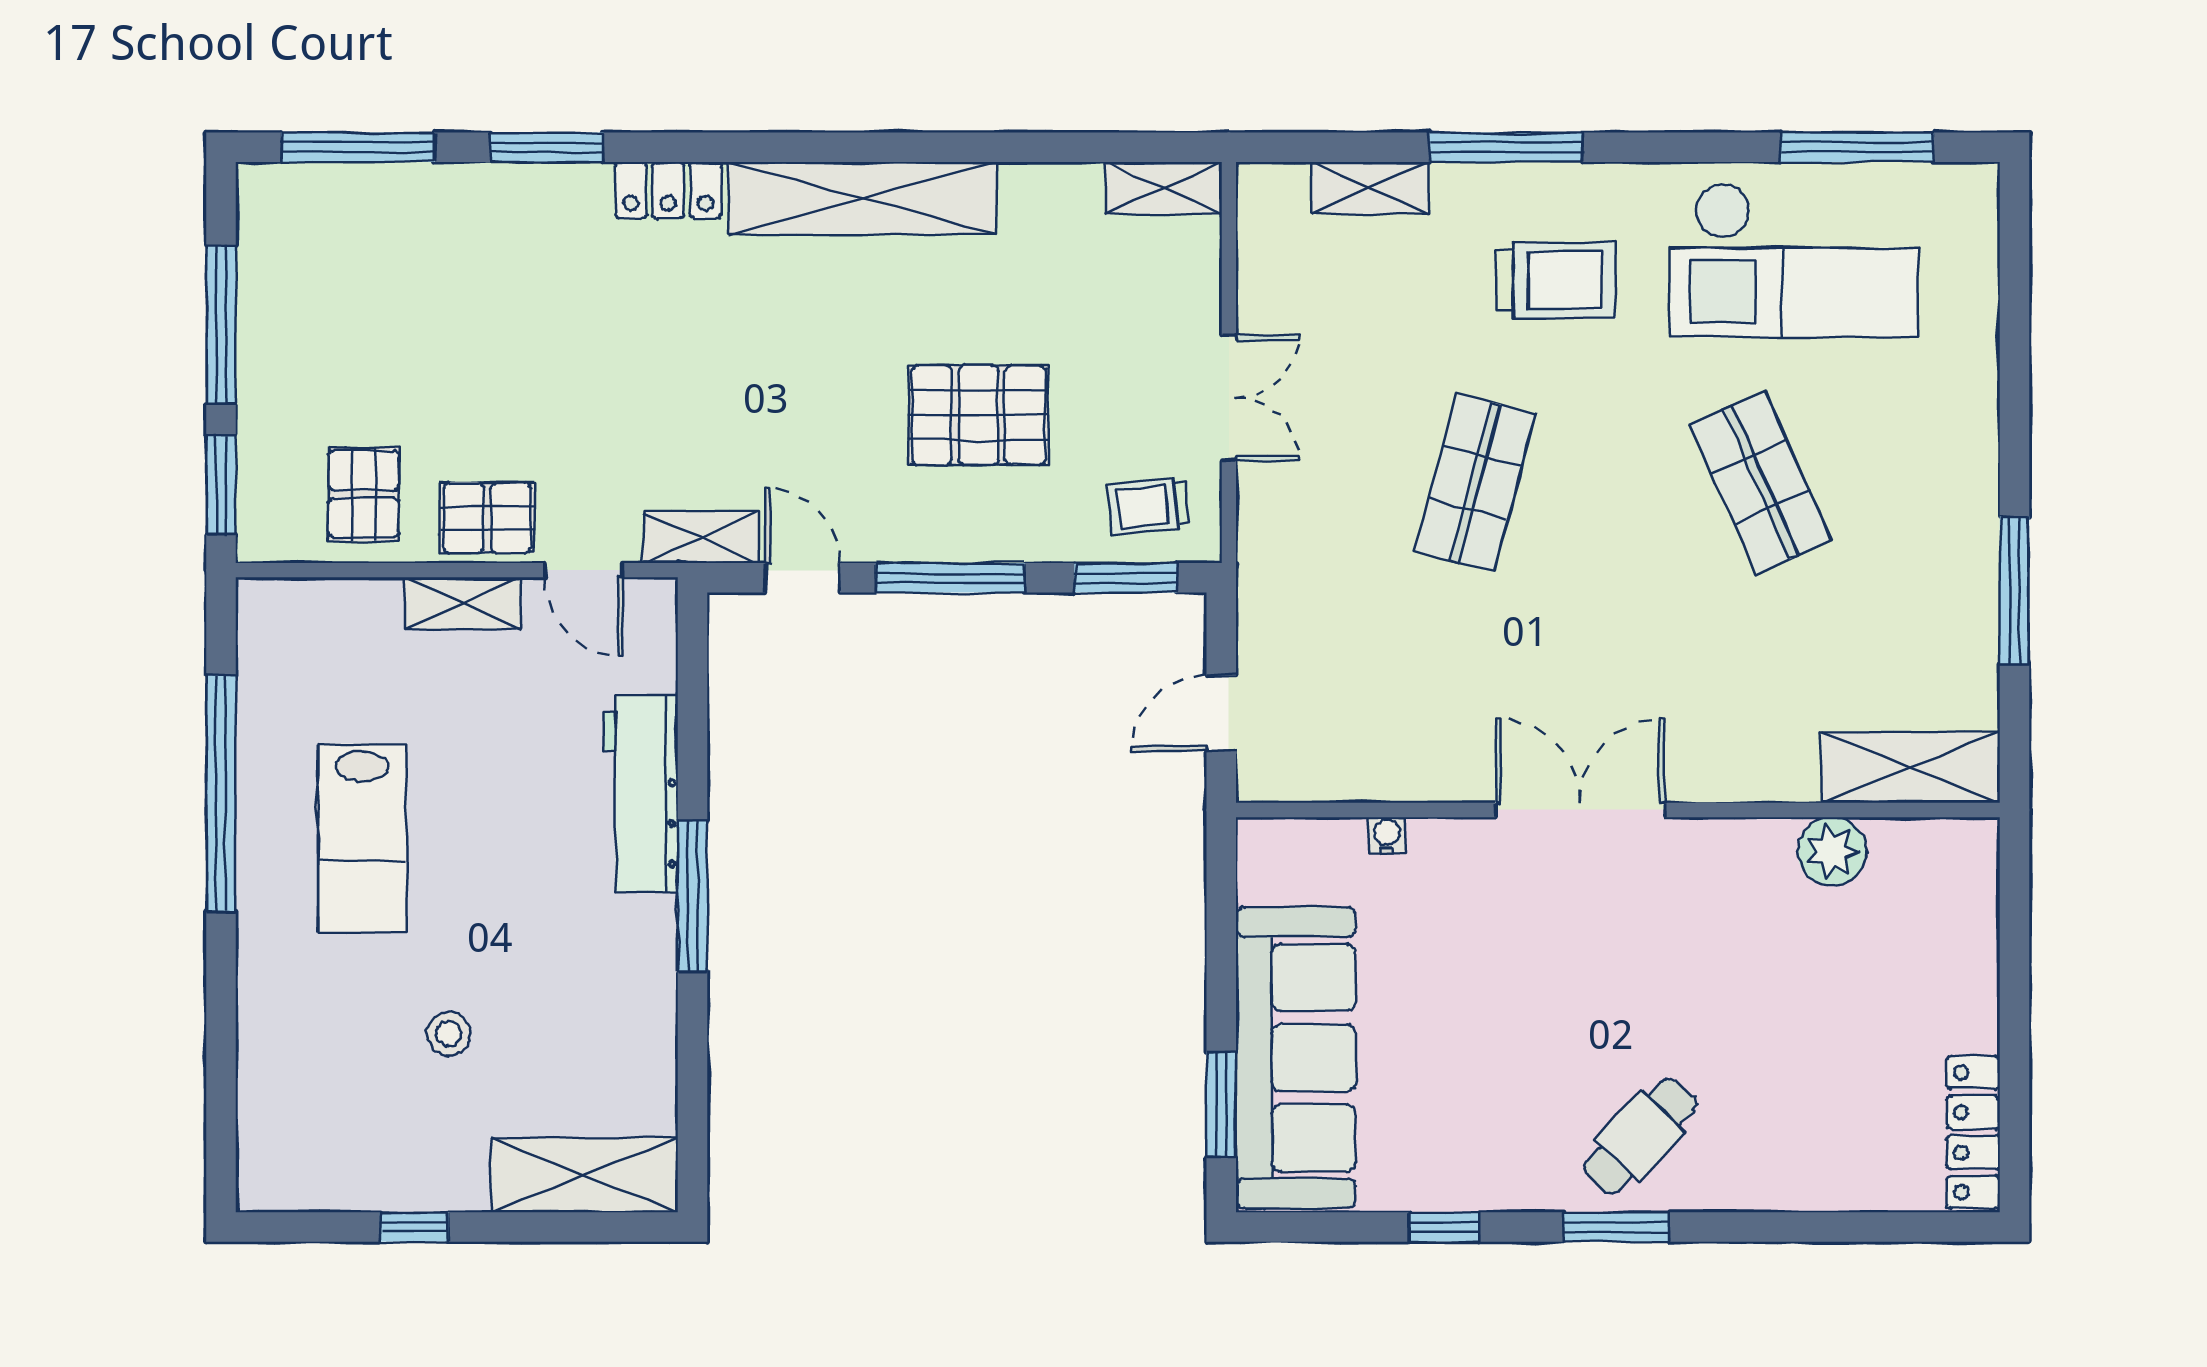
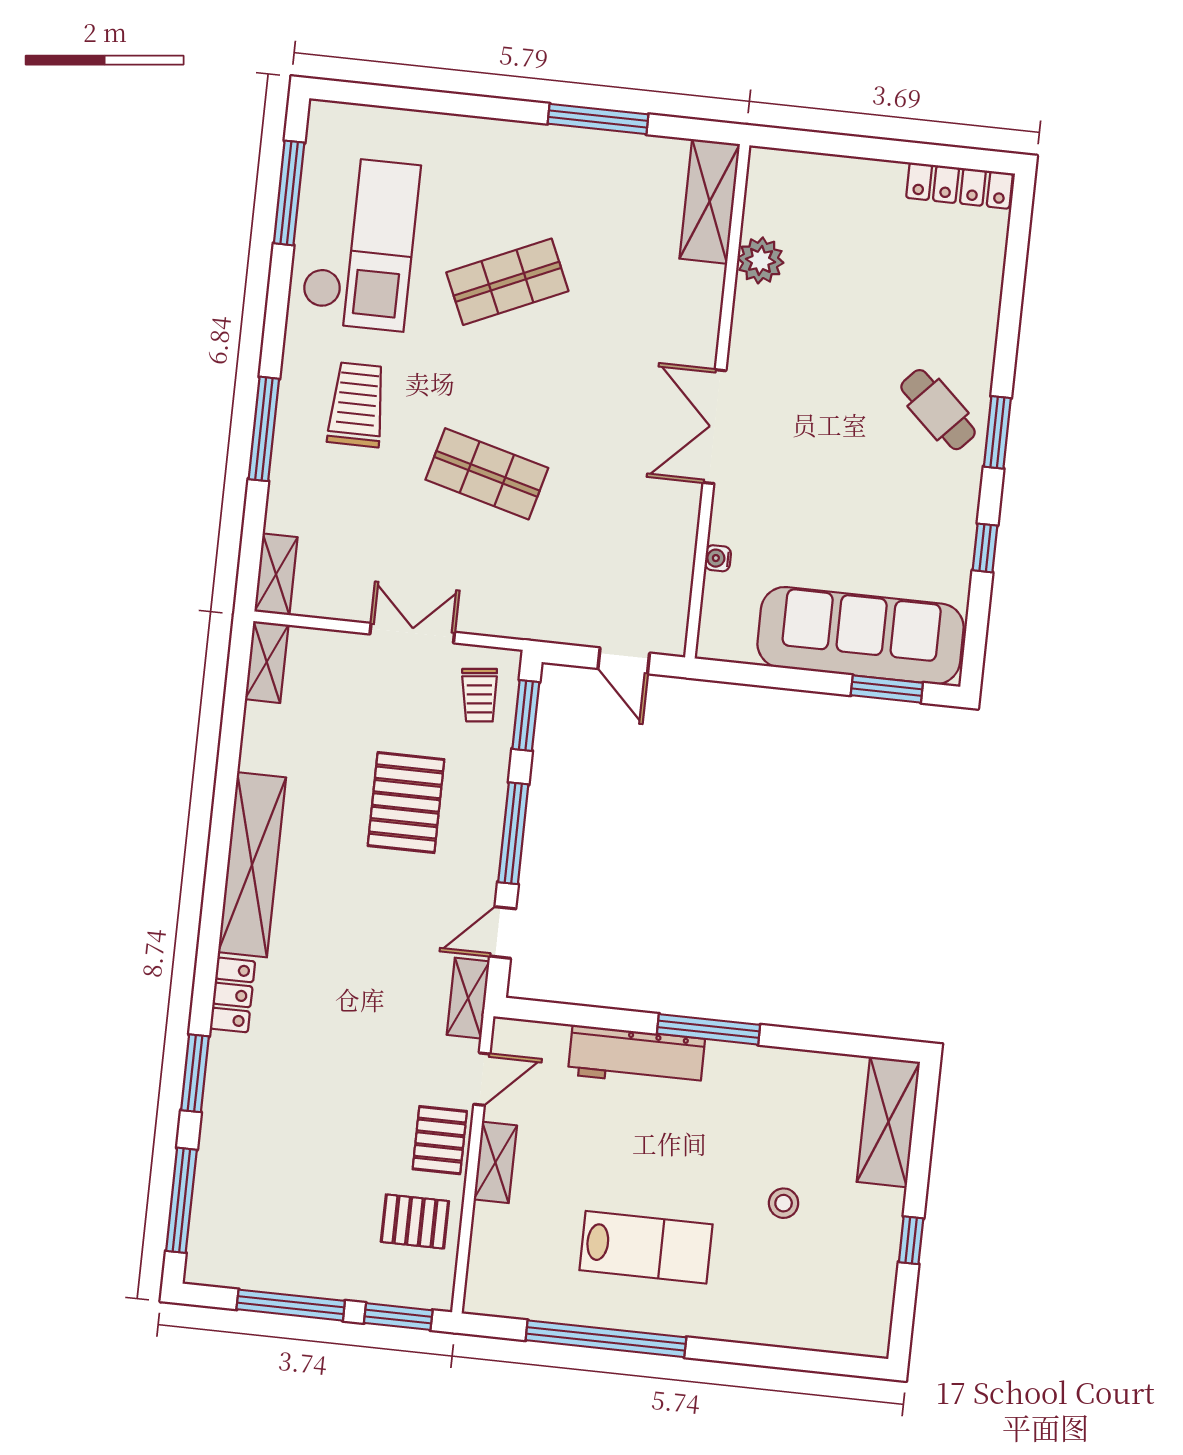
shelving: (1370, 188) -> (276, 574), moved

